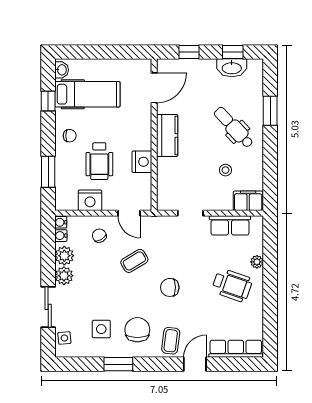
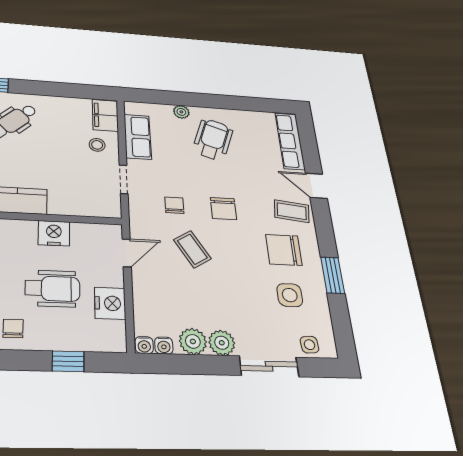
stool: (225, 170) -> (97, 145), moved
window: (48, 172) -> (68, 361), width x0.67
chair: (99, 236) -> (174, 205), moved, turned 121

